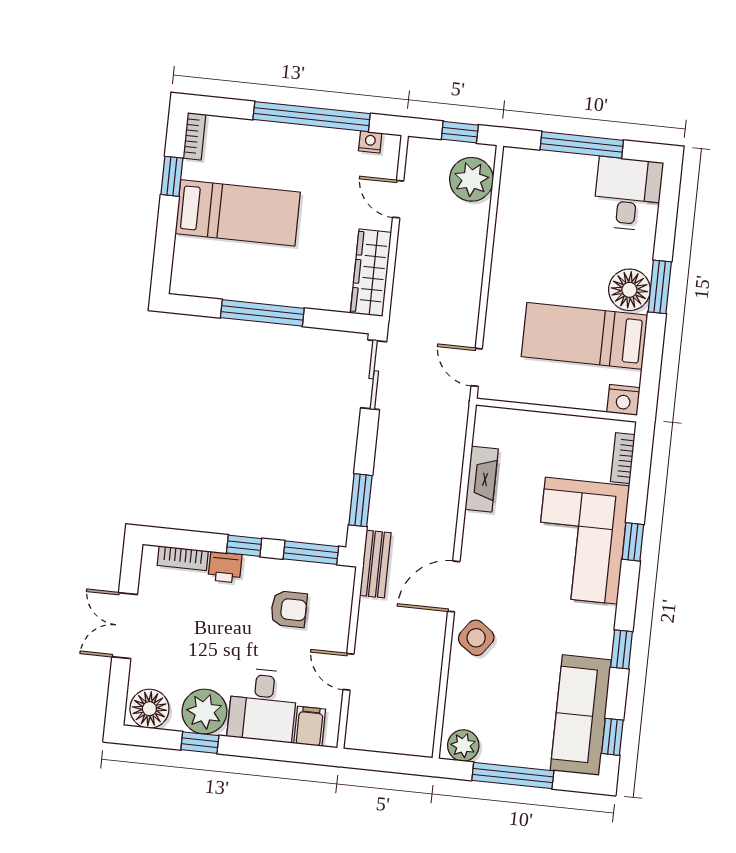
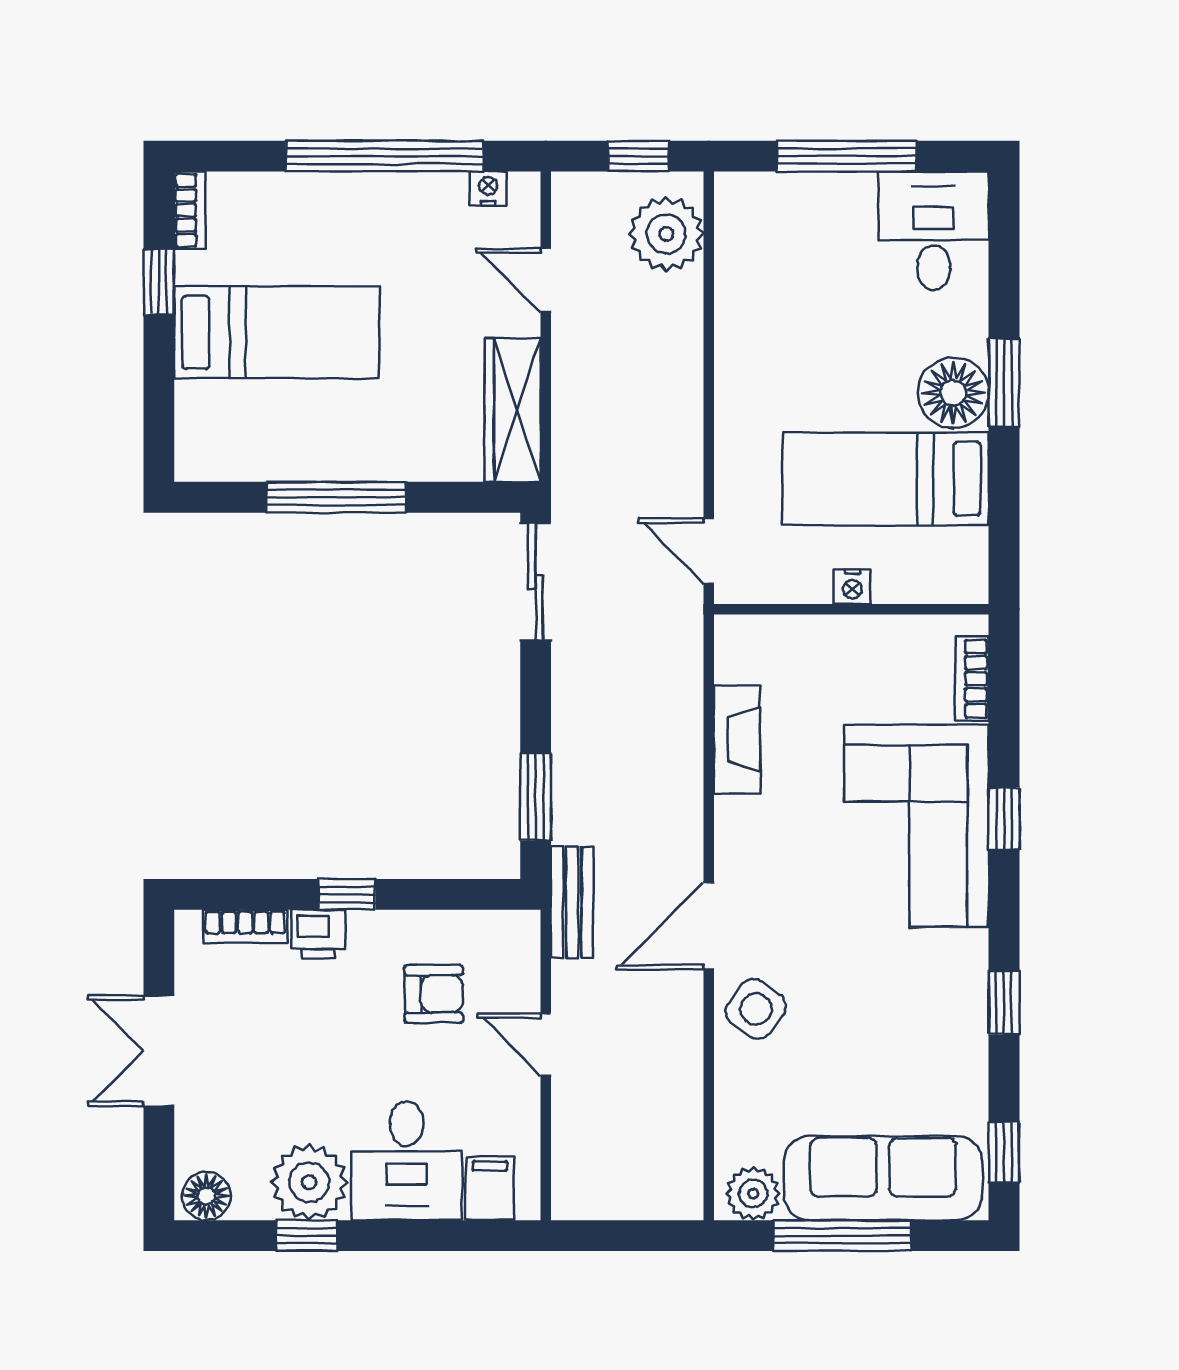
nightstand: (623, 400) -> (852, 586), moved, width x0.72, depth x0.74
window: (311, 553) -> (461, 894), removed
door: (348, 672) -> (546, 1045), moved
floor lamp: (149, 709) -> (207, 1196), width x0.73, depth x0.73
sofa: (581, 715) -> (883, 1178), moved, turned 90

